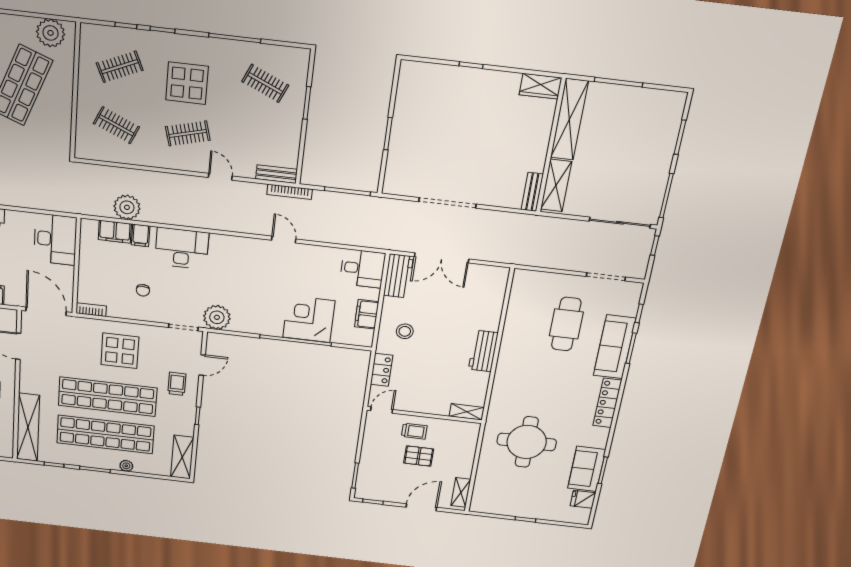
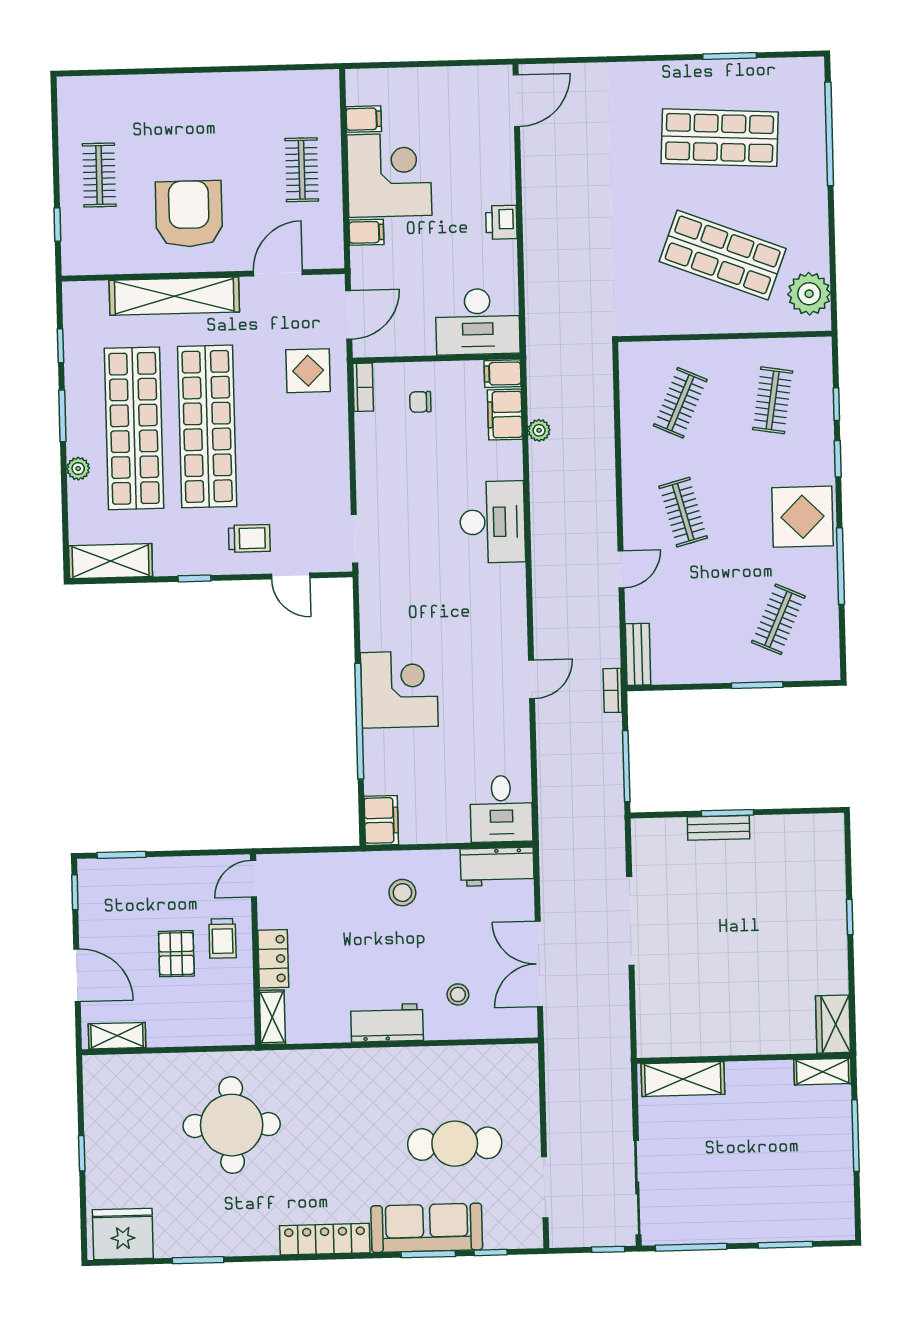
clothes rail: (120, 67) -> (773, 400), turned 33
display table: (187, 83) -> (803, 517), moved
shelving: (569, 119) -> (823, 1072), width x0.45, depth x0.75
bookcase: (290, 192) -> (613, 690), width x0.64
bench: (532, 192) -> (719, 828), moved
plant: (127, 207) -> (539, 430), width x0.53, depth x0.53
filing cabinet: (141, 235) -> (503, 374), moved
double door: (442, 258) -> (539, 964), moved
chair: (143, 290) -> (420, 402), moved
stool: (474, 309) -> (458, 994), added
door: (46, 311) -> (349, 315), width x0.73
filing cabinet: (367, 314) -> (381, 820), moved, turned 90
plant: (217, 317) -> (381, 590), removed
corner desk: (309, 319) -> (399, 689), moved
display table: (120, 351) -> (308, 371), moved, width x0.73, depth x0.73
locker: (382, 370) -> (273, 959), moved, turned -90
door: (382, 410) -> (254, 879), swing flipped
shelving: (28, 427) -> (174, 296), moved
sofa: (587, 469) -> (196, 1233), removed
fridge: (583, 499) -> (123, 1234), width x1.88, depth x1.34

